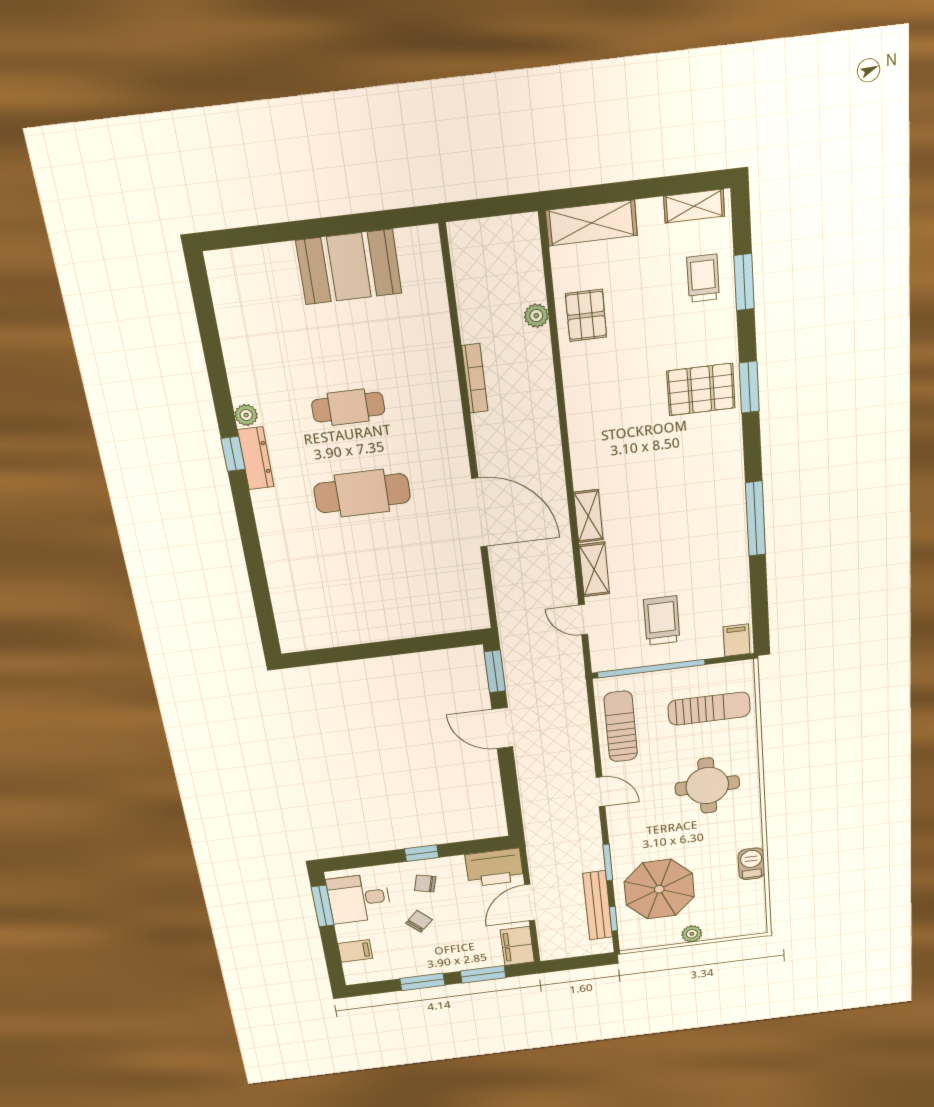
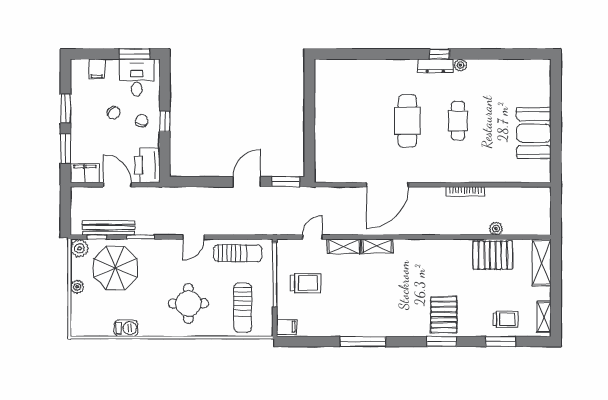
pallet: (586, 315) -> (493, 255), width x1.50, depth x1.42
plant: (633, 938) -> (79, 248), added

